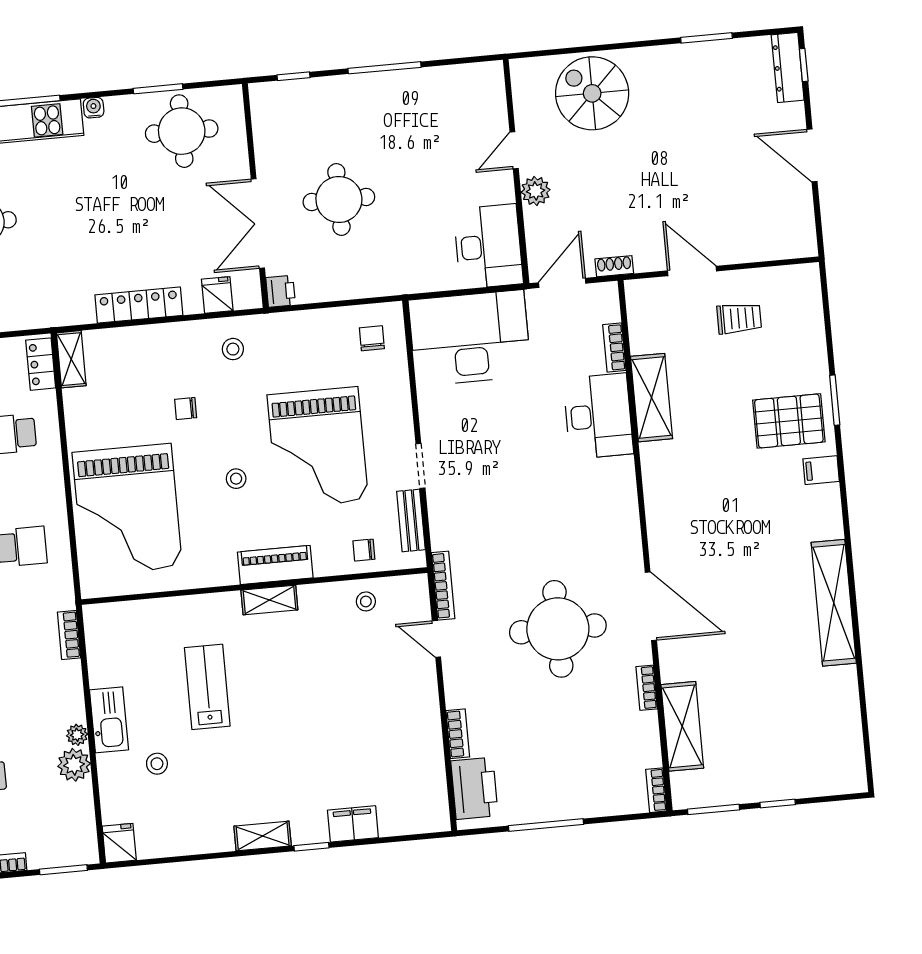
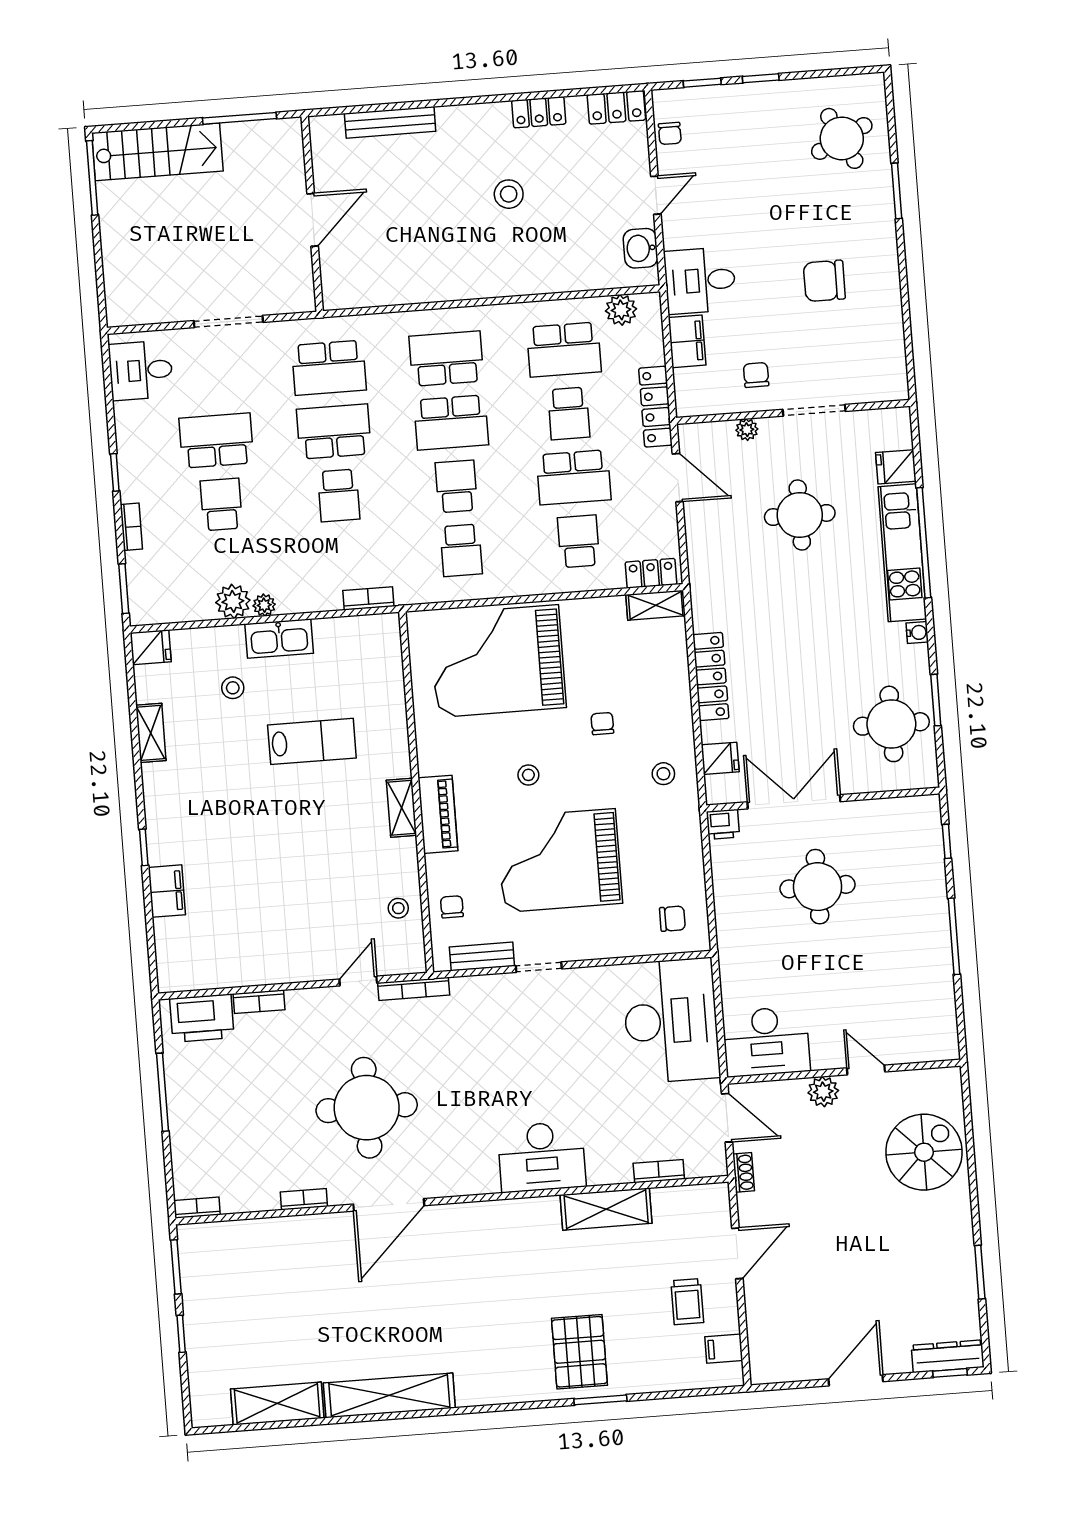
desk: (598, 416) -> (542, 1157), moved
filing cabinet: (821, 470) -> (724, 1349), moved, turned -90
shelving: (682, 726) -> (277, 1404), moved
shelving: (263, 836) -> (151, 733), moved

